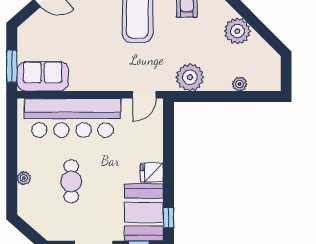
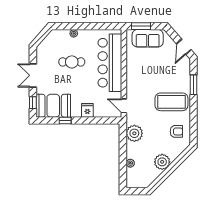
sofa: (43, 76) -> (148, 38), moved, turned 90
fridge: (152, 173) -> (87, 110), moved
window: (169, 218) -> (65, 120), moved

